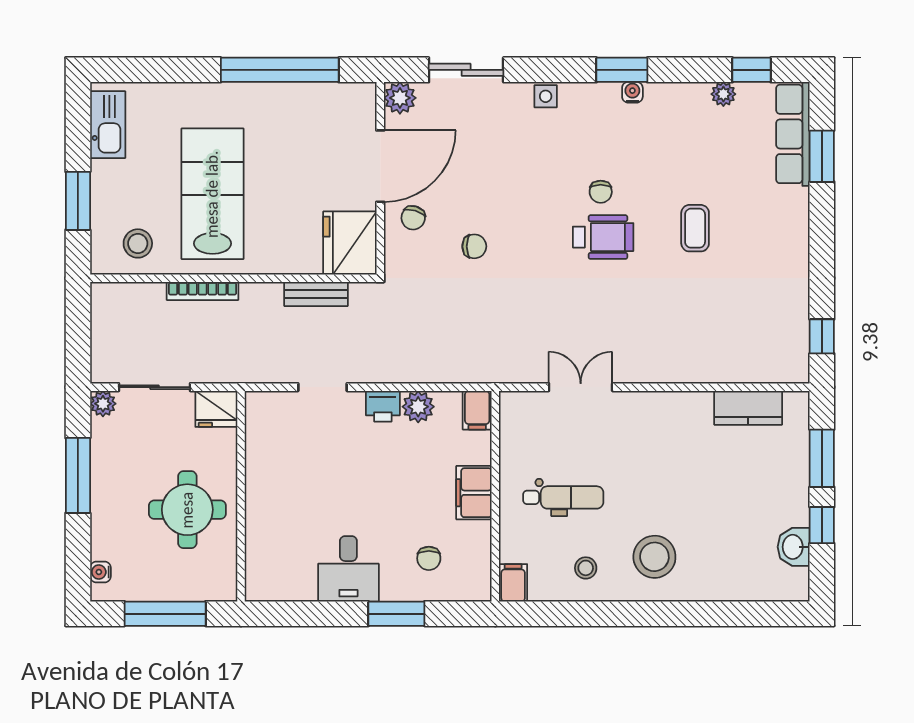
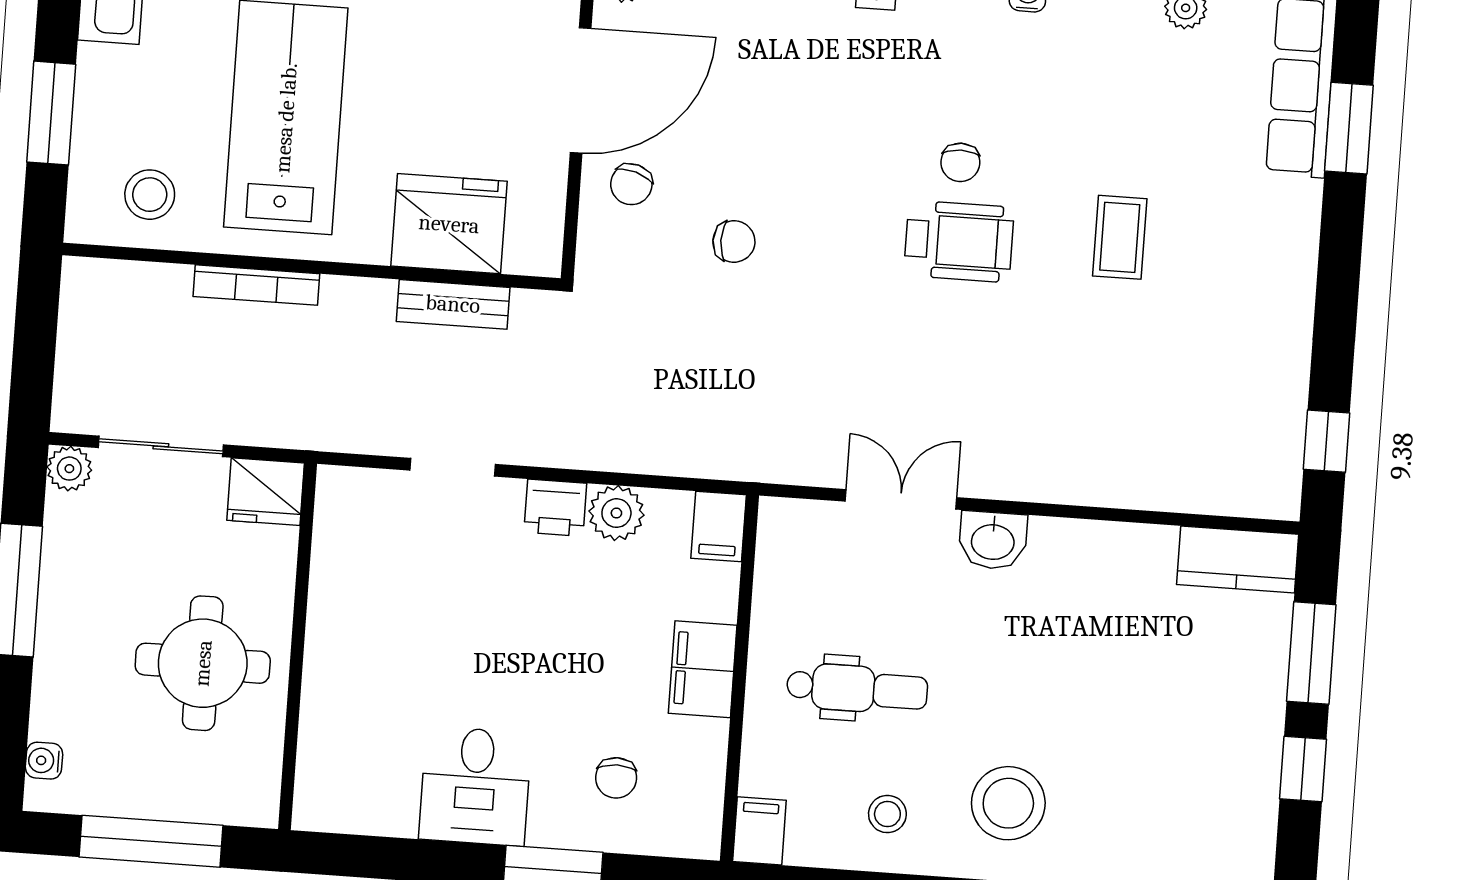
fridge: (350, 243) -> (449, 224), moved, turned 90
kitchen counter: (748, 408) -> (1238, 559), moved
washbasin: (794, 547) -> (993, 540), moved, turned -90

